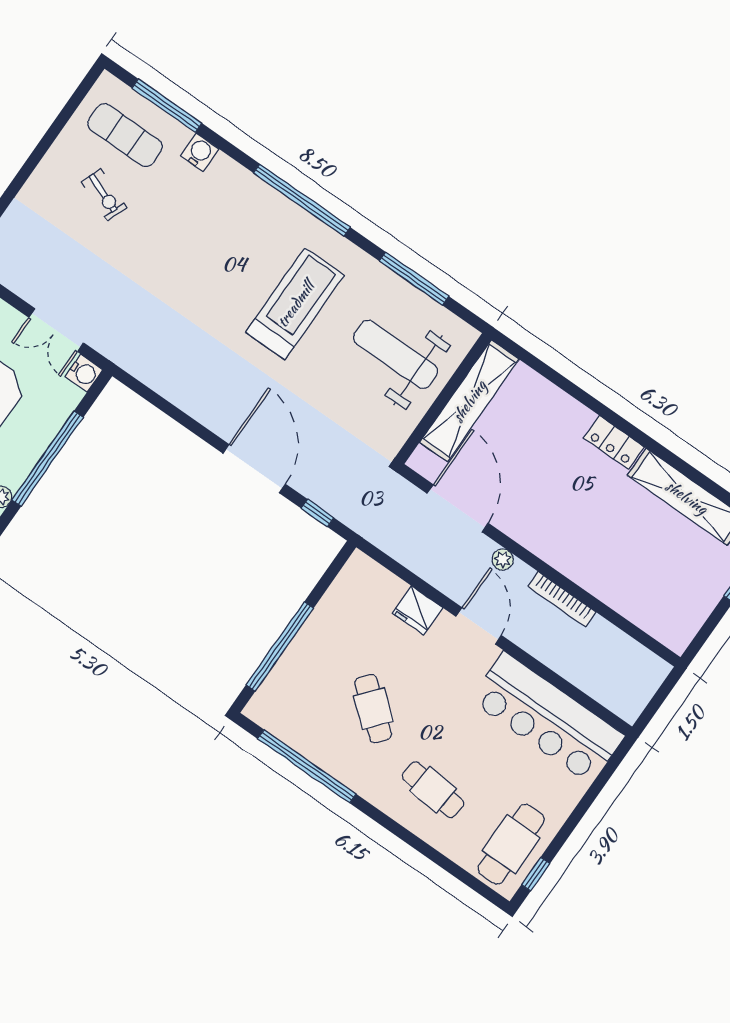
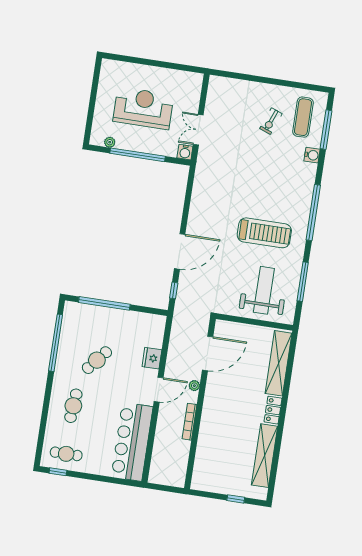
shelving: (469, 401) -> (278, 363), moved, turned 90
cafe table: (511, 844) -> (66, 454), width x0.73, depth x0.74

